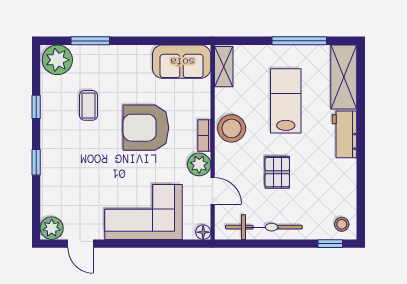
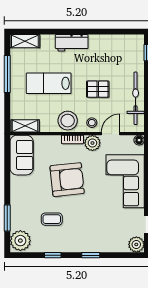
shelving: (344, 77) -> (25, 41), width x0.67, depth x0.75
armchair: (146, 128) -> (67, 180), turned -96
stool: (342, 224) -> (92, 123), moved

